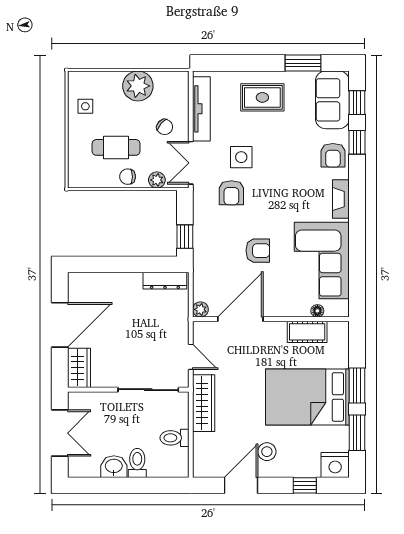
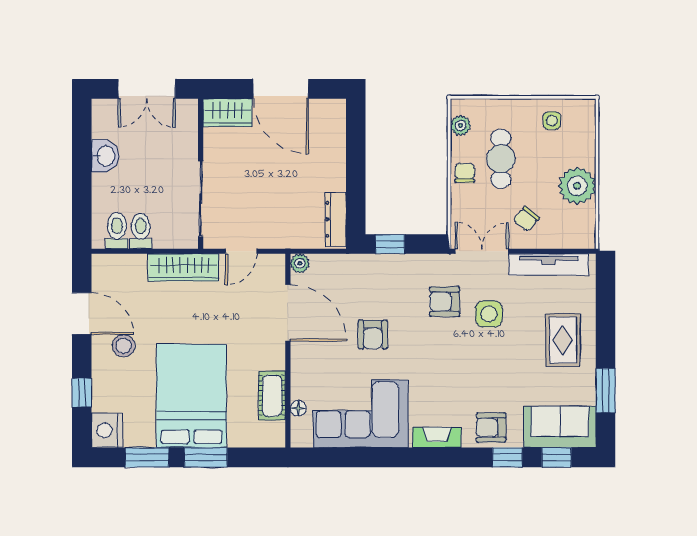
plant: (157, 180) -> (461, 125), moved
toilet: (137, 463) -> (117, 231), moved, turned -90

